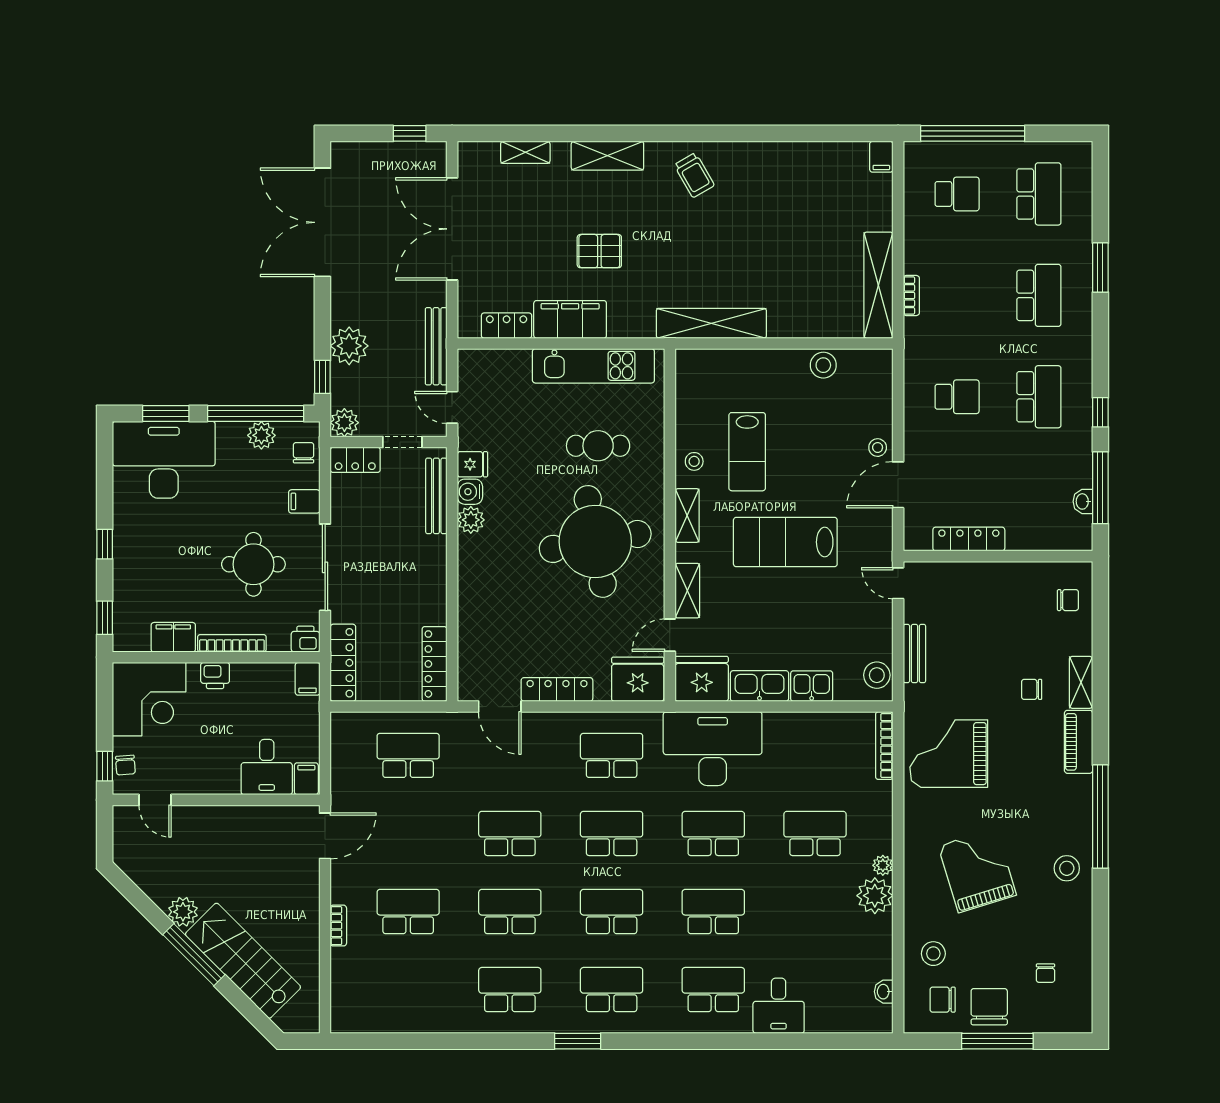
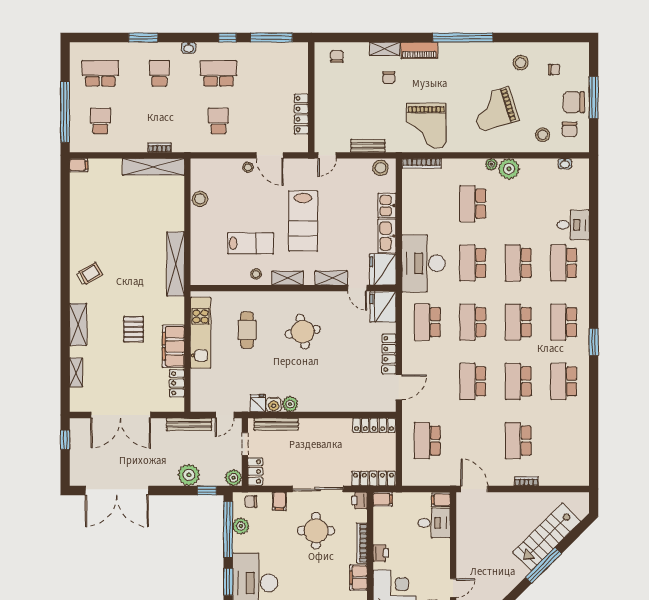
school desk: (1039, 295) -> (159, 73), width x0.54
washbasin: (1083, 501) -> (189, 48), moved
round table: (595, 541) -> (303, 332), width x0.54, depth x0.54
stool: (1067, 868) -> (521, 63), moved
plant: (183, 912) -> (518, 572), removed

